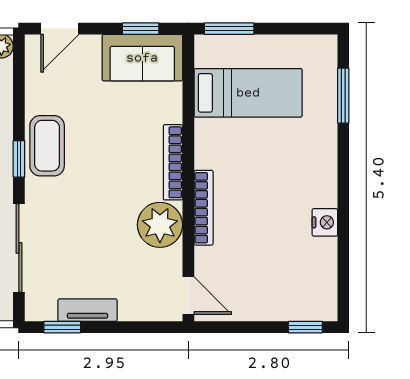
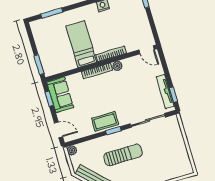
bed: (248, 93) -> (81, 44), moved
plant: (160, 225) -> (117, 66), width x0.53, depth x0.53
door: (188, 296) -> (147, 50), swing flipped
tv unit: (88, 310) -> (165, 92), width x1.41

